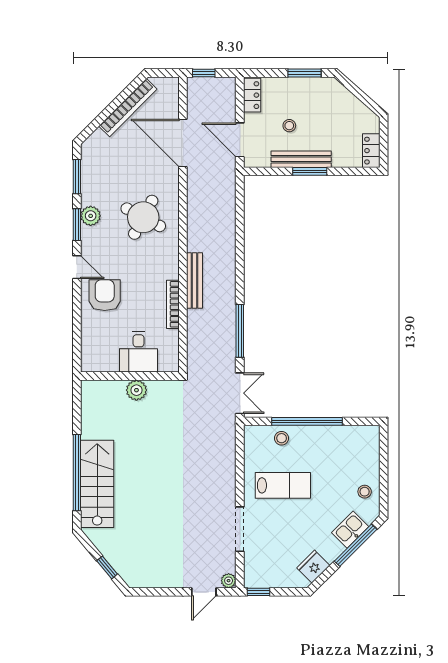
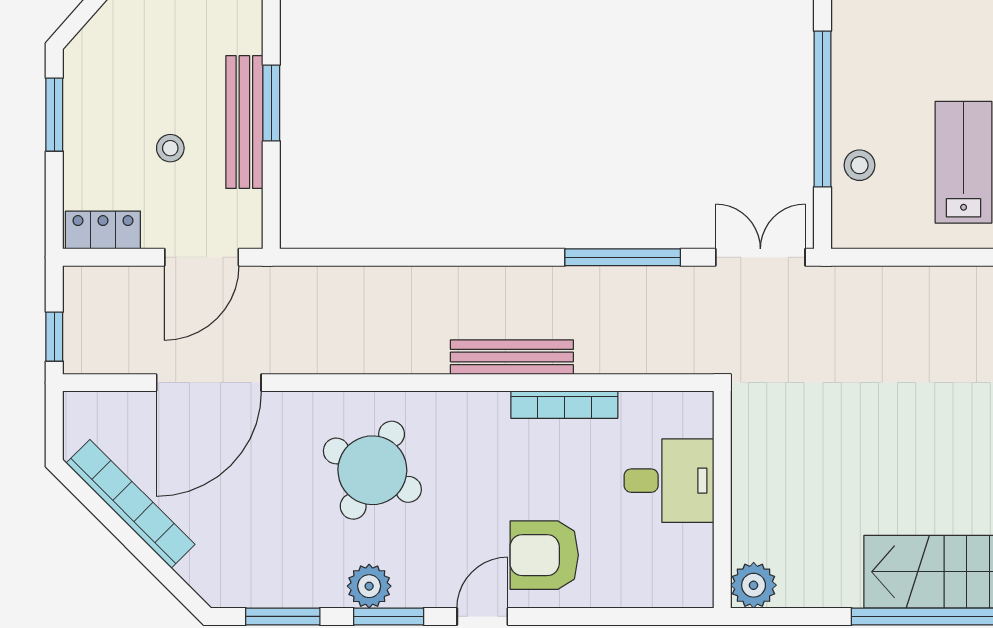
plant: (136, 390) -> (754, 585), moved

